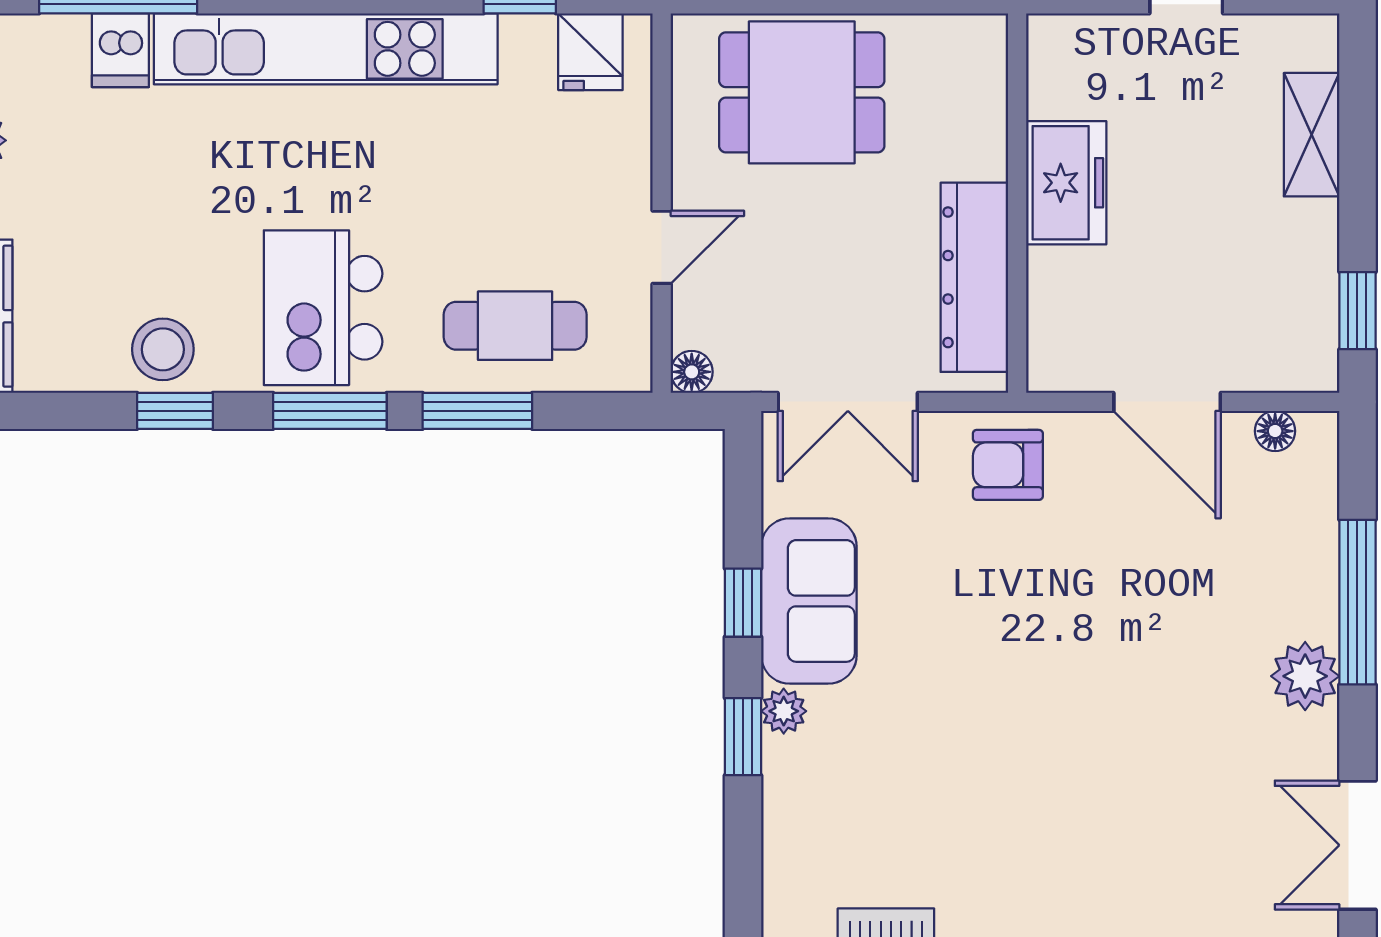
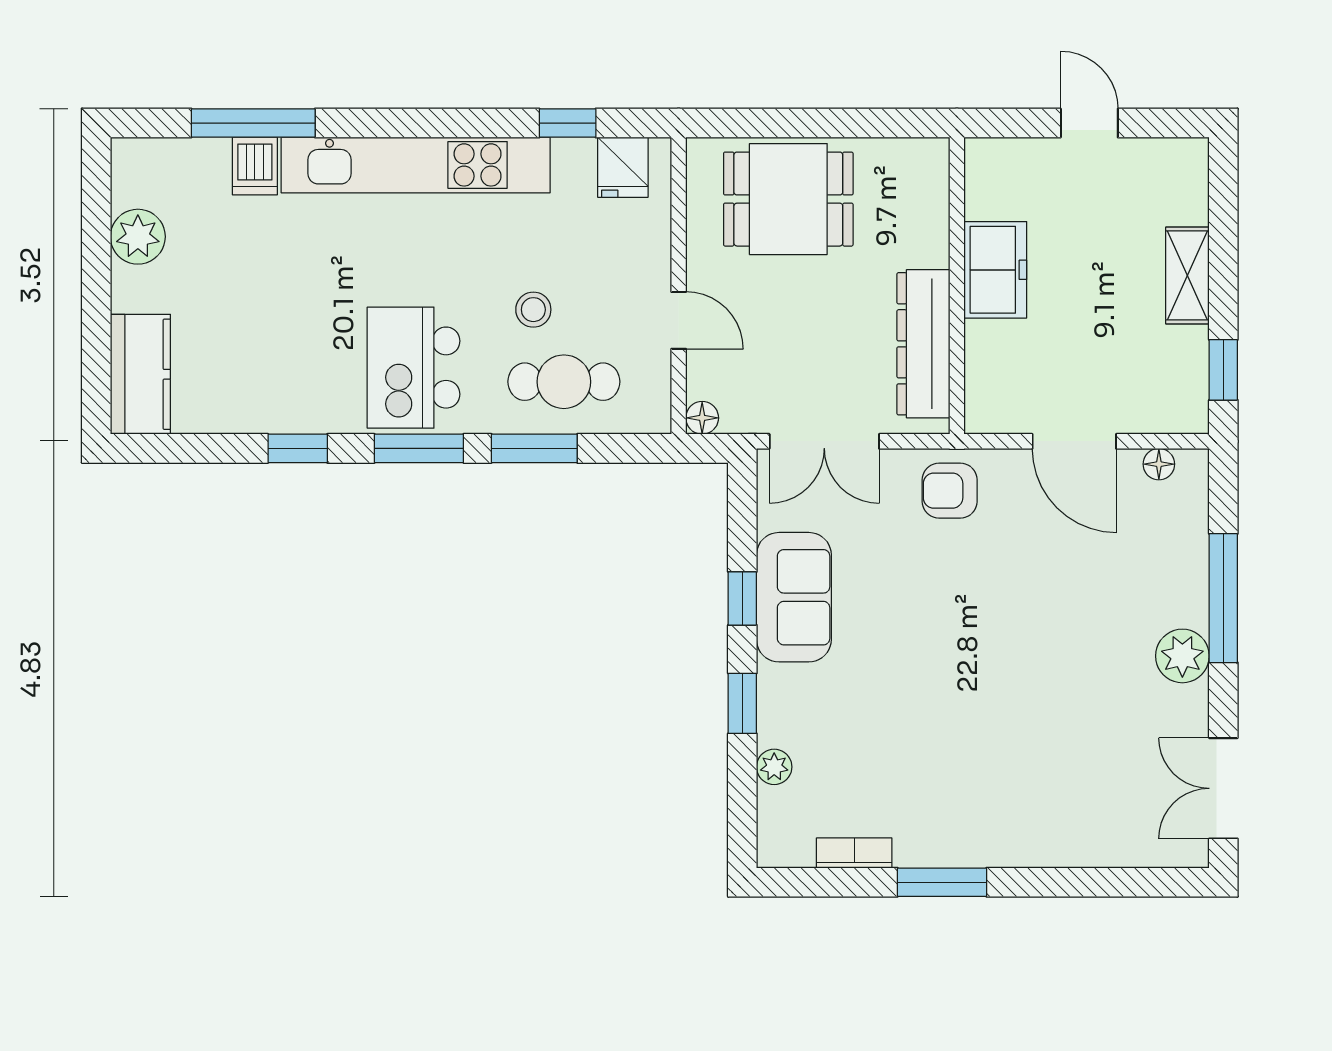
shelving: (1312, 135) -> (1187, 275), moved
door: (662, 247) -> (679, 320), hinge flipped
stool: (163, 349) -> (533, 310), moved, width x0.73, depth x0.73
plant: (784, 711) -> (774, 767), moved

